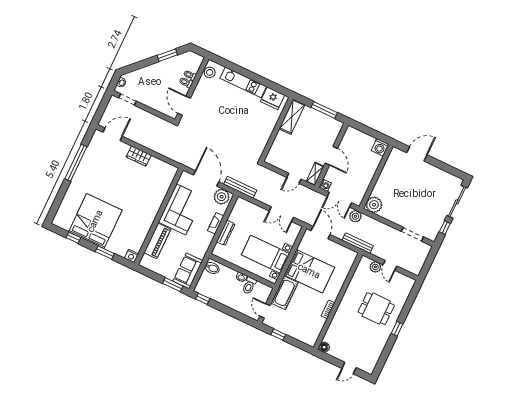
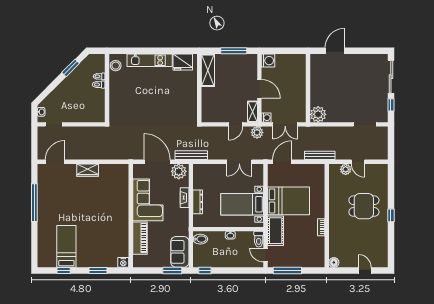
door: (184, 106) -> (107, 106), removed
washing machine: (380, 147) -> (268, 61), moved, turned -90
plant: (355, 216) -> (257, 132), moved
bed: (95, 221) -> (66, 246), width x0.49
door: (320, 233) -> (282, 162), hinge flipped
toilet: (249, 286) -> (259, 239), moved
window: (278, 335) -> (287, 271), width x2.17
door: (349, 368) -> (365, 271), swing flipped

